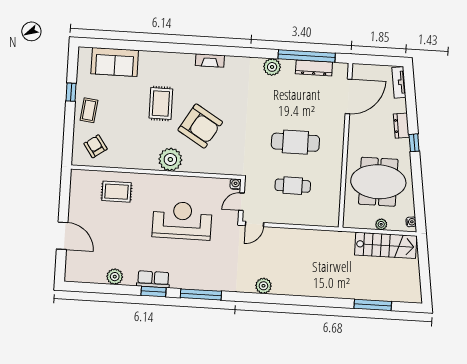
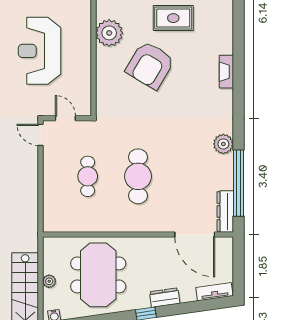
dresser: (314, 68) -> (225, 211), moved
water cooler: (235, 184) -> (85, 110), removed
reception desk: (182, 221) -> (40, 51), turned 180

